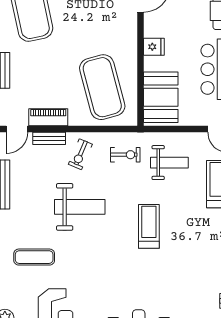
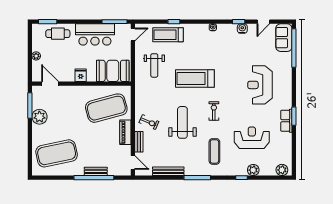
piano: (48, 117) -> (125, 132), moved
exercise bike: (125, 155) -> (214, 111), moved
weight bench: (169, 163) -> (154, 65), turned 180
treadmill: (149, 226) -> (195, 78), width x1.37, depth x1.38

